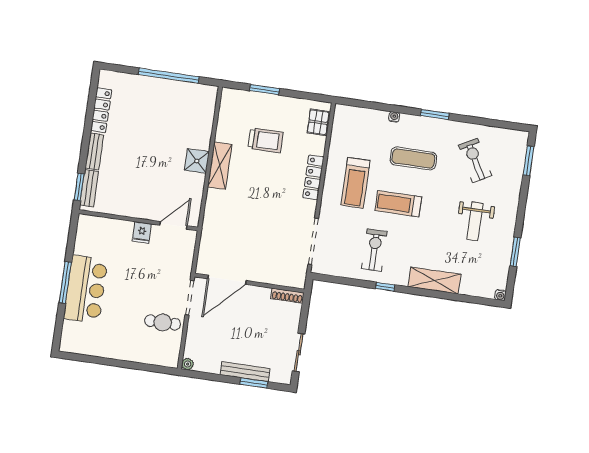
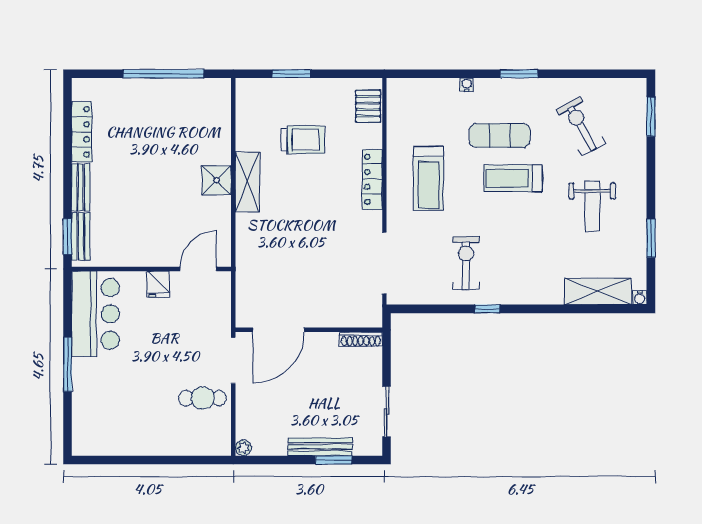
treadmill: (398, 204) -> (513, 178), moved
shelving: (434, 281) -> (598, 291), moved
bar counter: (86, 289) -> (95, 314), moved

